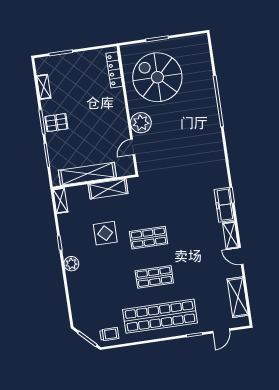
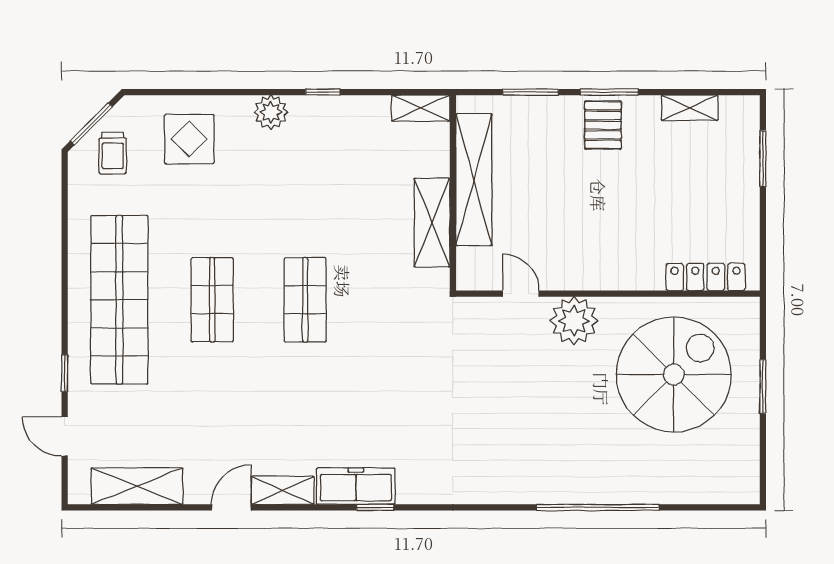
display table: (105, 233) -> (189, 139), moved
trolley: (109, 334) -> (113, 153), moved

